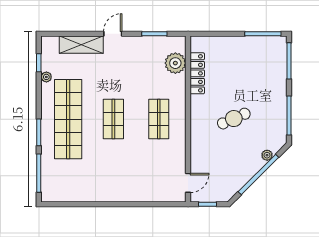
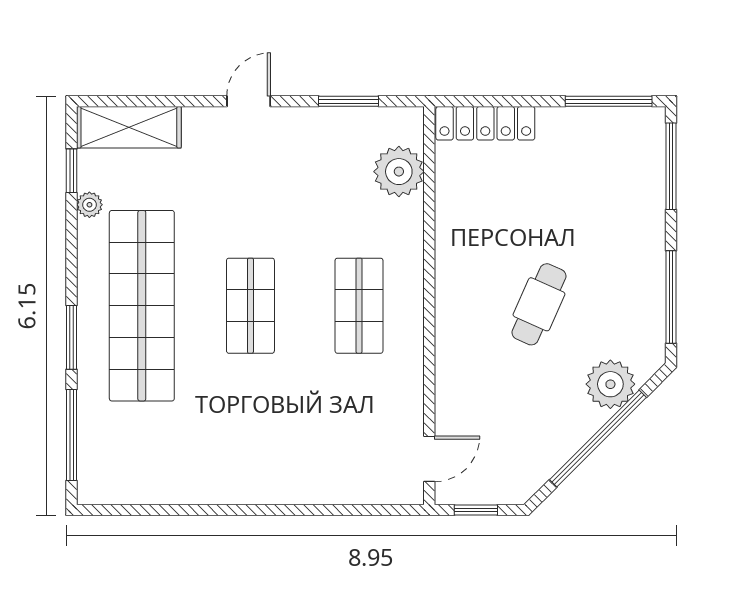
shelving: (81, 45) -> (129, 127), moved
locker: (197, 73) -> (485, 123), moved, turned 90
cafe table: (234, 119) -> (539, 304), turned -42
plant: (267, 155) -> (610, 384), width x1.87, depth x1.87

